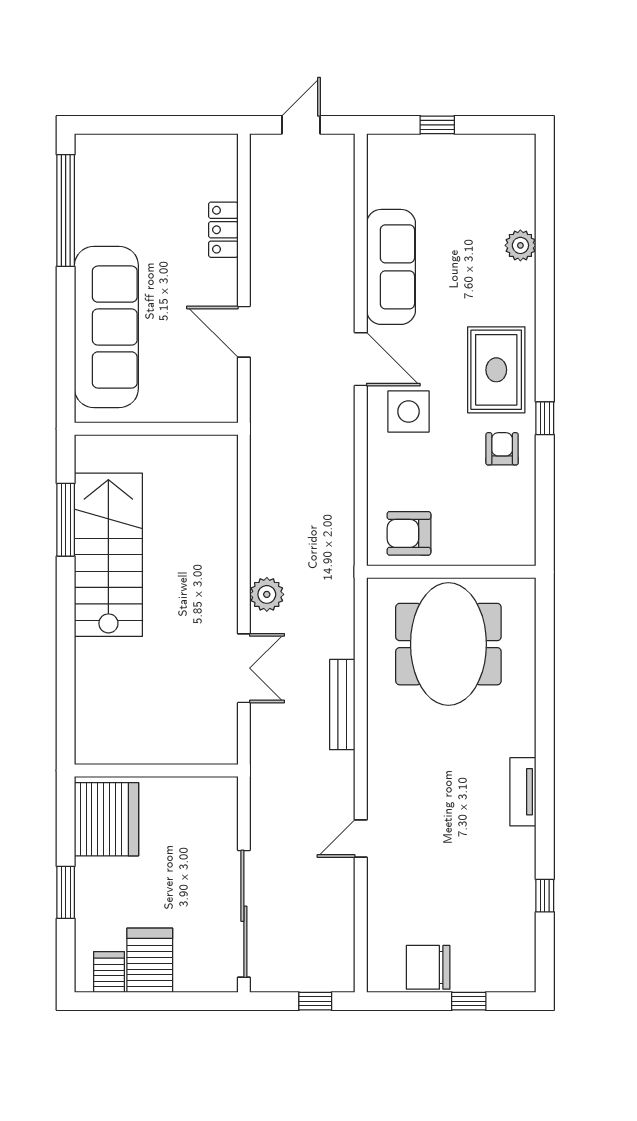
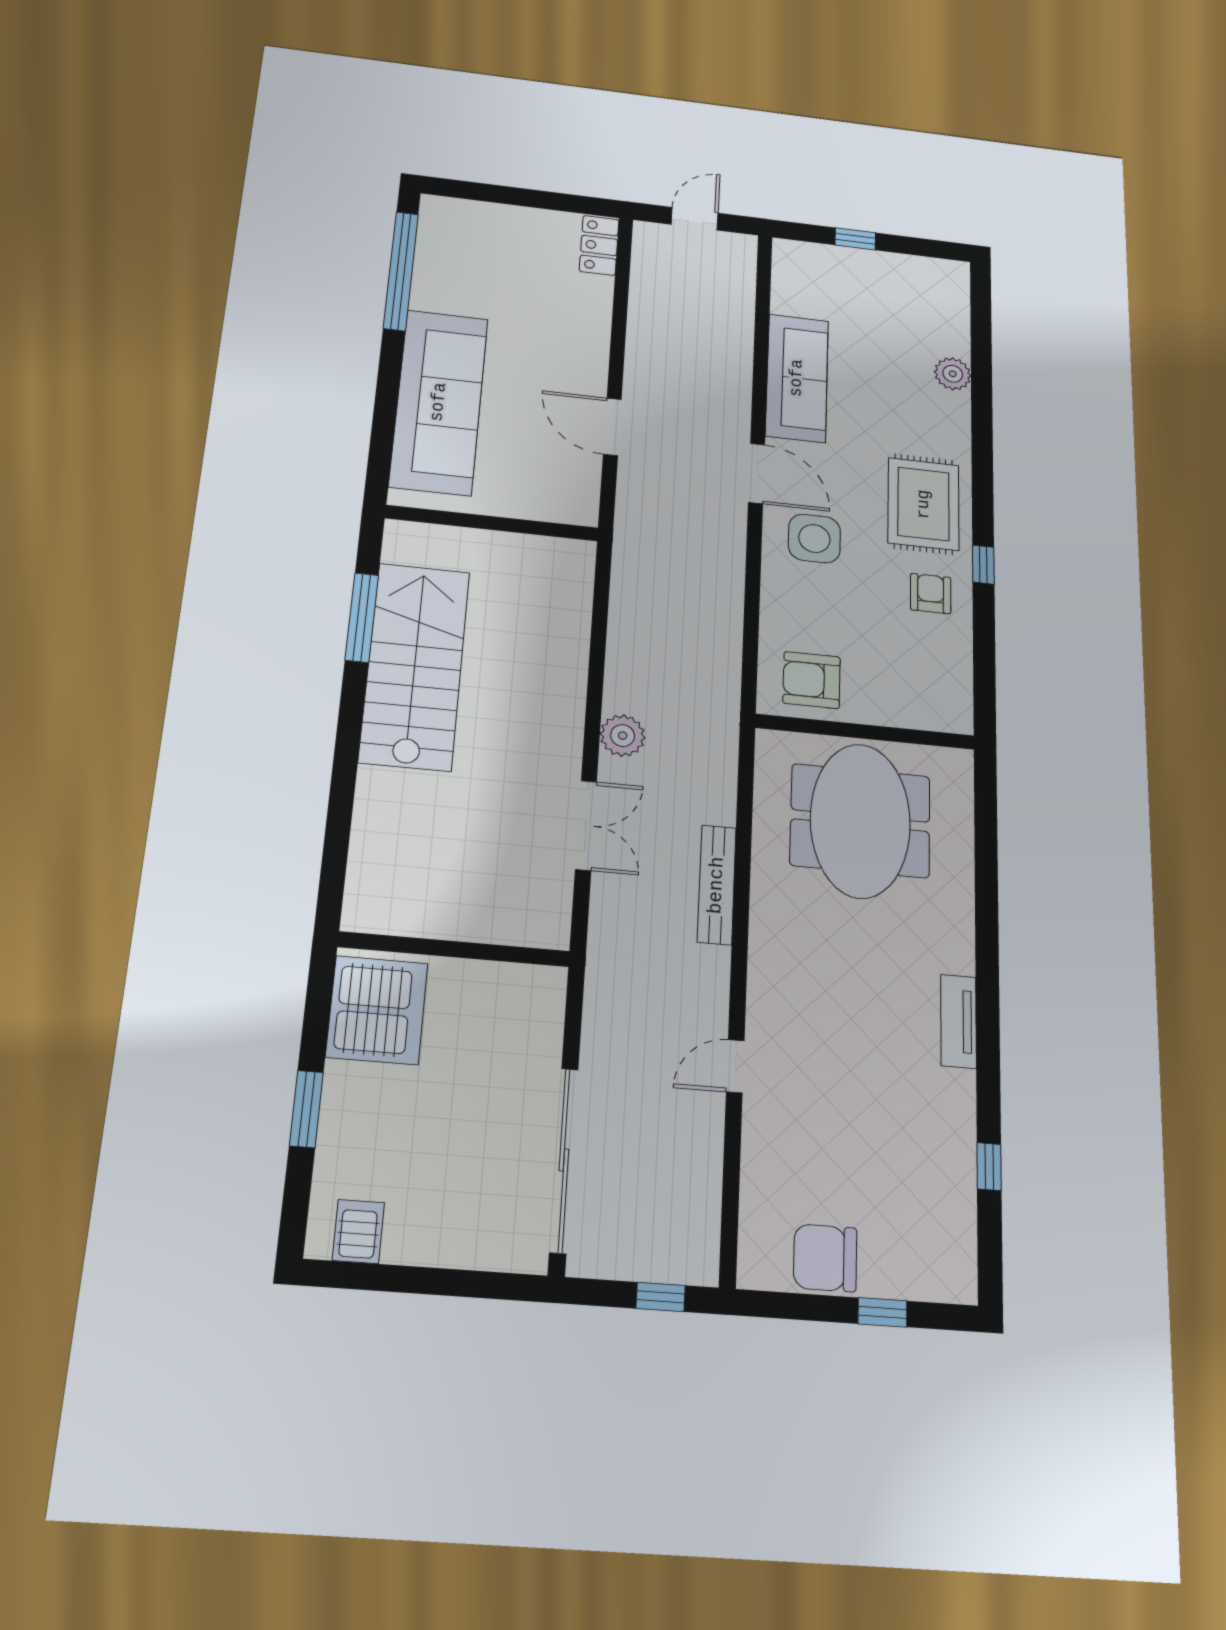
locker: (223, 230) -> (599, 245), moved
server rack: (150, 960) -> (421, 1218), removed

